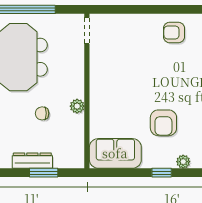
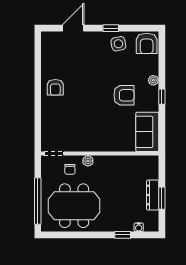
plant: (77, 106) -> (88, 161), moved
chair: (42, 113) -> (70, 169), moved
window: (44, 173) -> (162, 198), moved

